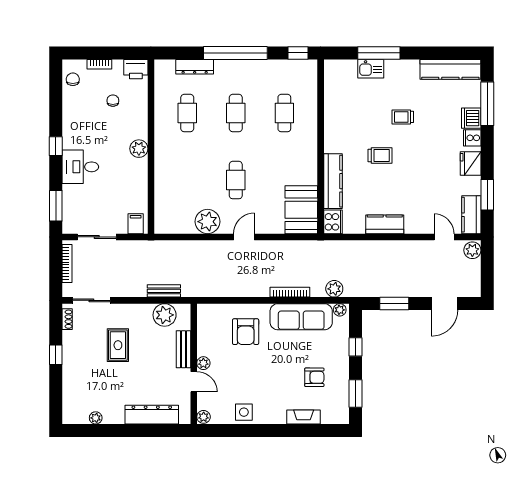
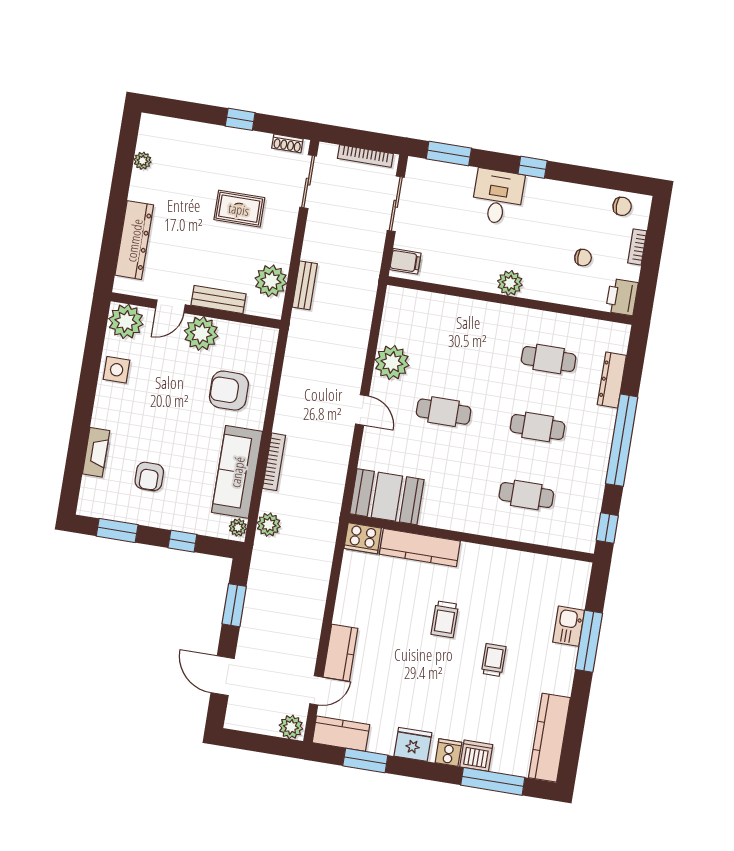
kitchen counter: (385, 224) -> (340, 653), moved
plant: (203, 363) -> (201, 333), width x1.87, depth x1.87
plant: (204, 417) -> (126, 321), width x1.87, depth x1.87

